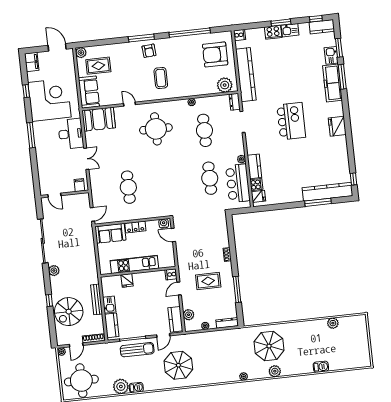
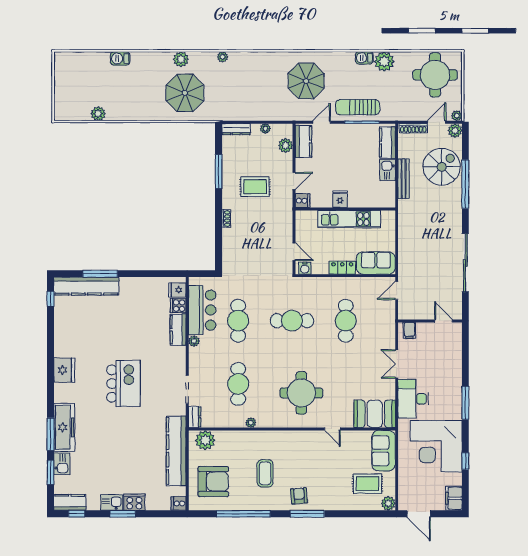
coffee table: (161, 78) -> (265, 473), moved
kitchen island: (291, 121) -> (123, 384), turned 180
cafe table: (169, 183) -> (292, 321), added
plant: (54, 271) -> (455, 131), moved
fridge: (127, 280) -> (340, 199), moved
window: (49, 300) -> (465, 184), width x3.17

